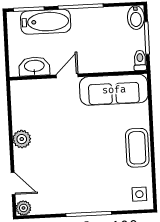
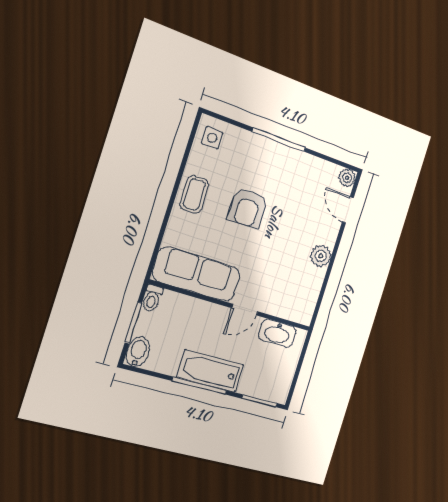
bathtub: (46, 22) -> (210, 371), moved
coffee table: (137, 148) -> (194, 194), width x0.73, depth x0.77
armchair: (94, 154) -> (248, 208), added

